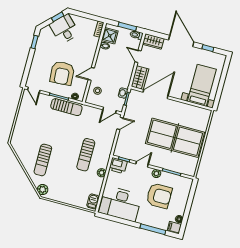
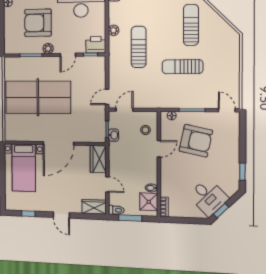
door: (181, 41) -> (61, 215), width x0.53
armchair: (62, 73) -> (196, 141), turned 106
door: (156, 94) -> (58, 143), moved
sun lounger: (66, 107) -> (182, 67), moved

